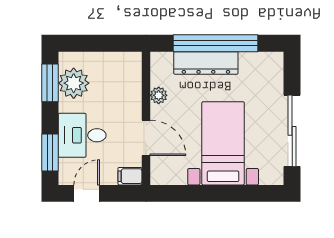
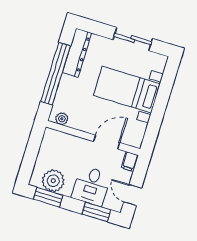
dresser: (206, 63) -> (77, 53), moved
plant: (159, 95) -> (62, 119), moved
sliding door: (292, 131) -> (133, 39), width x0.73

